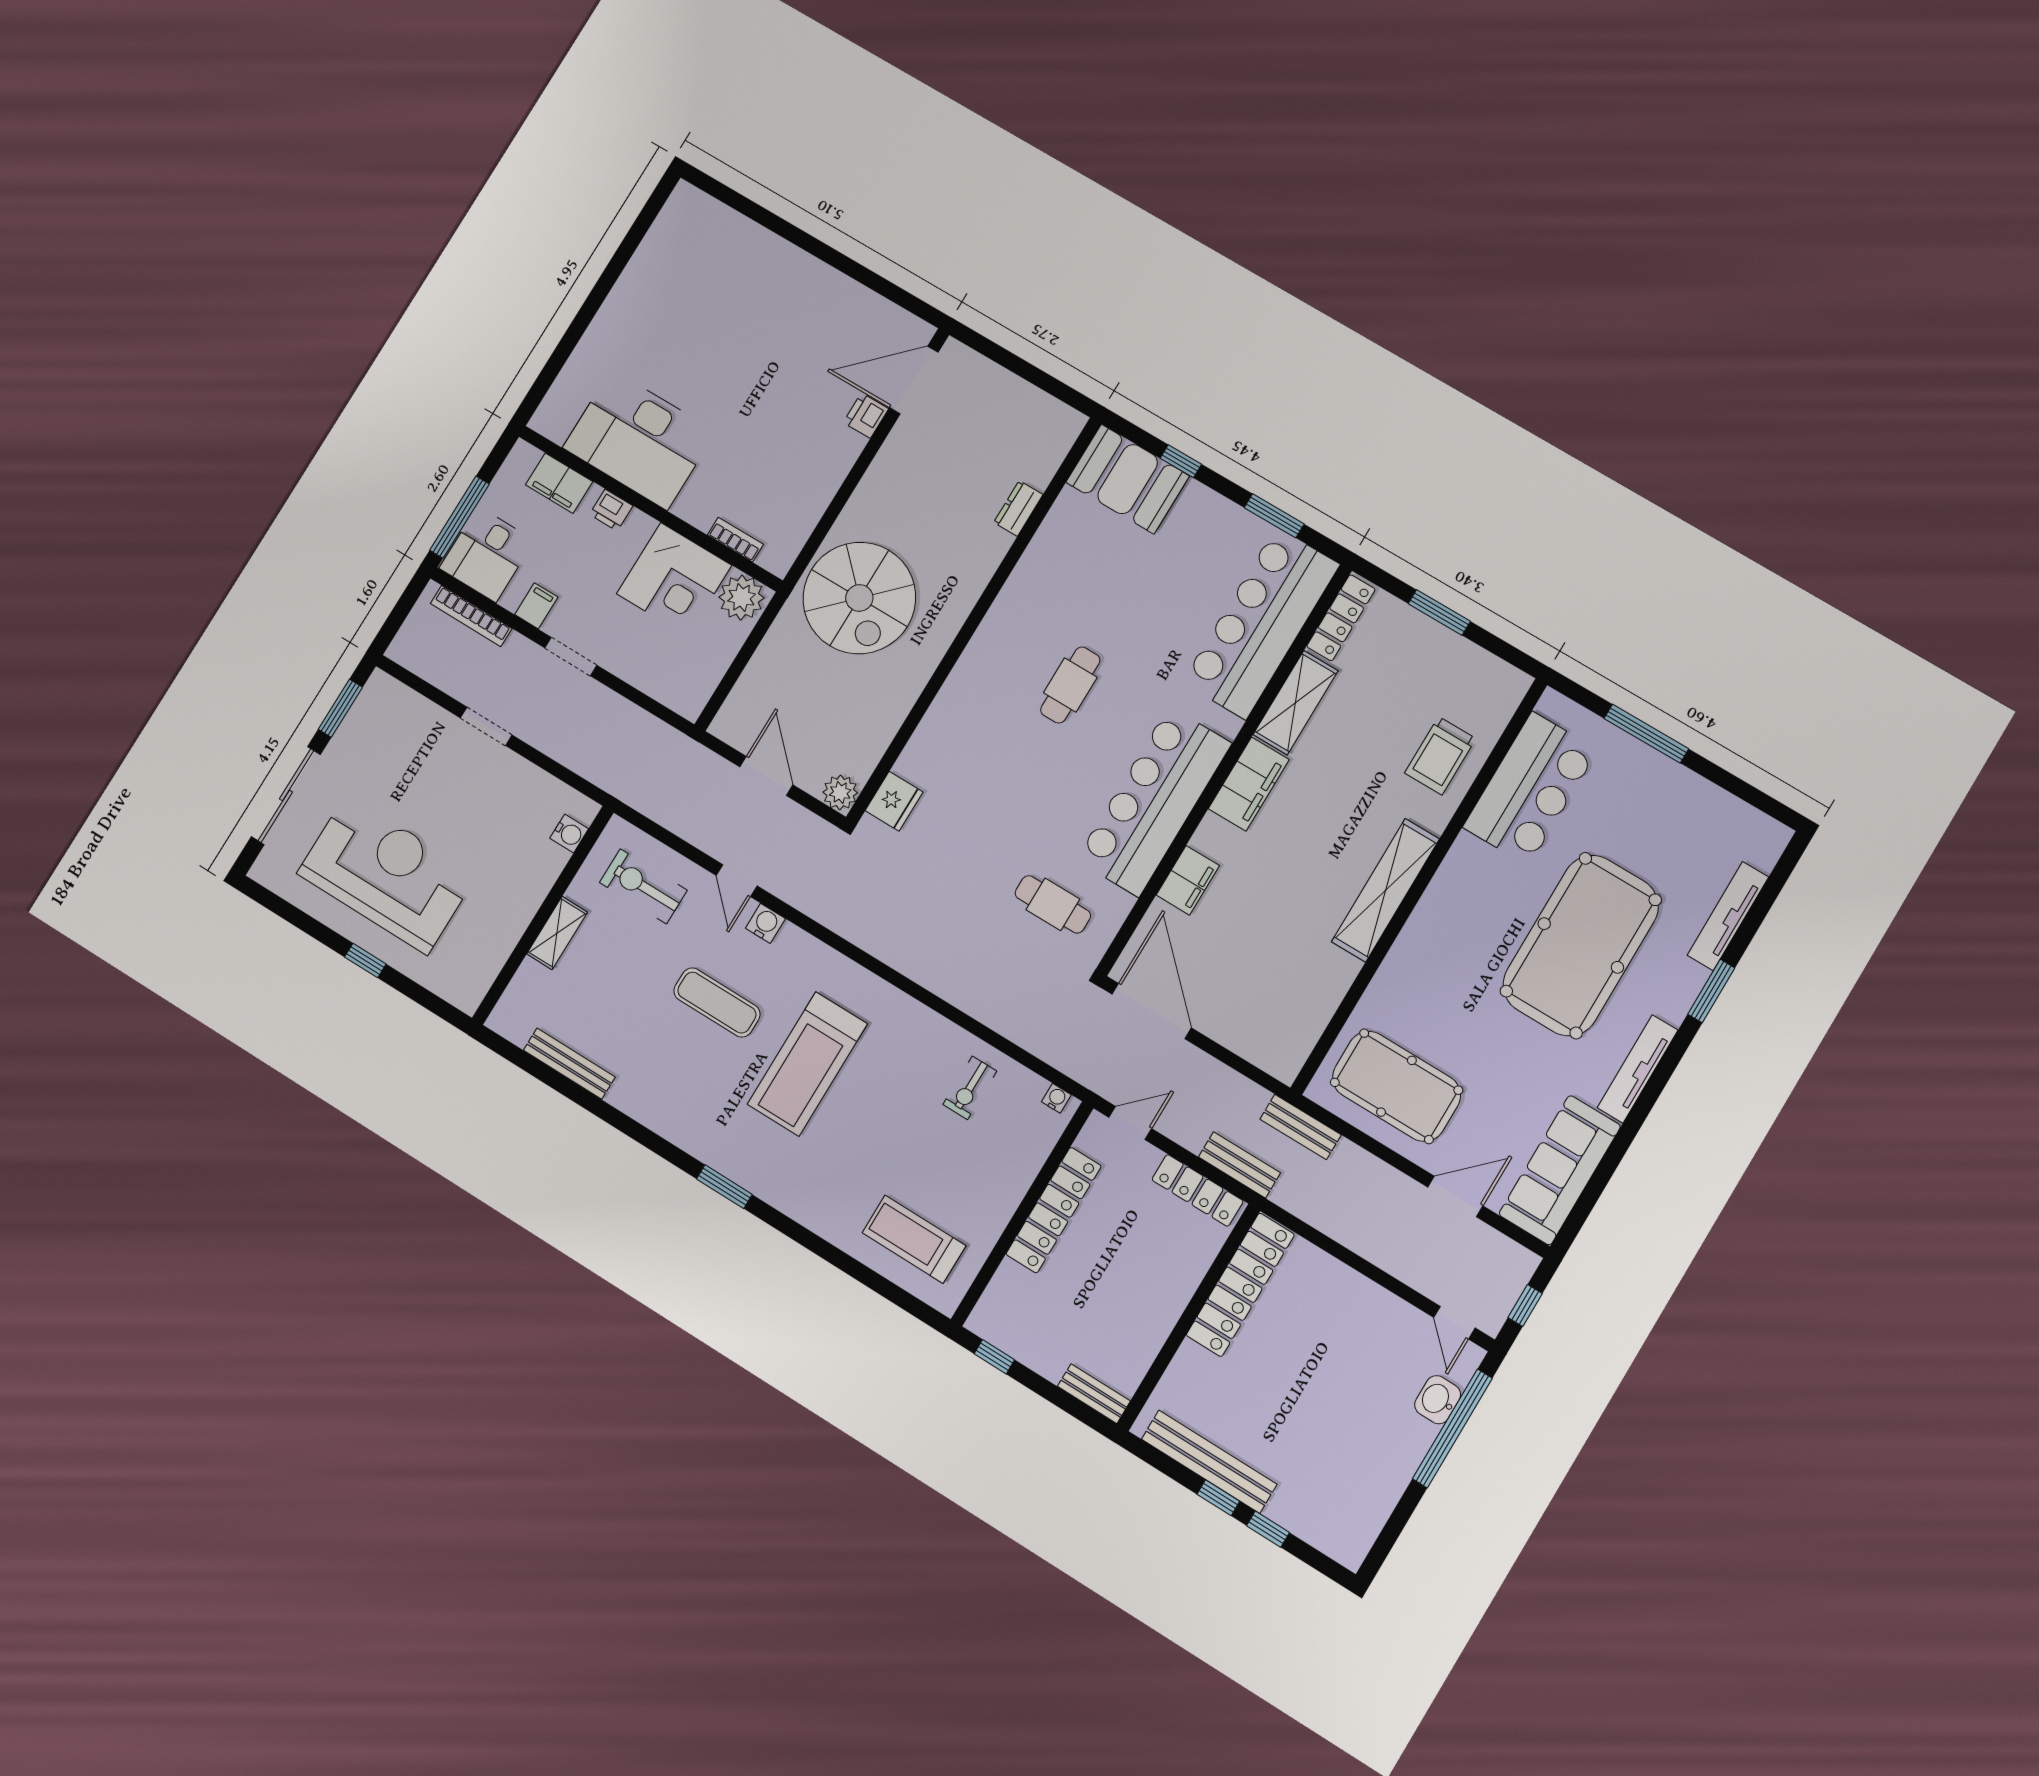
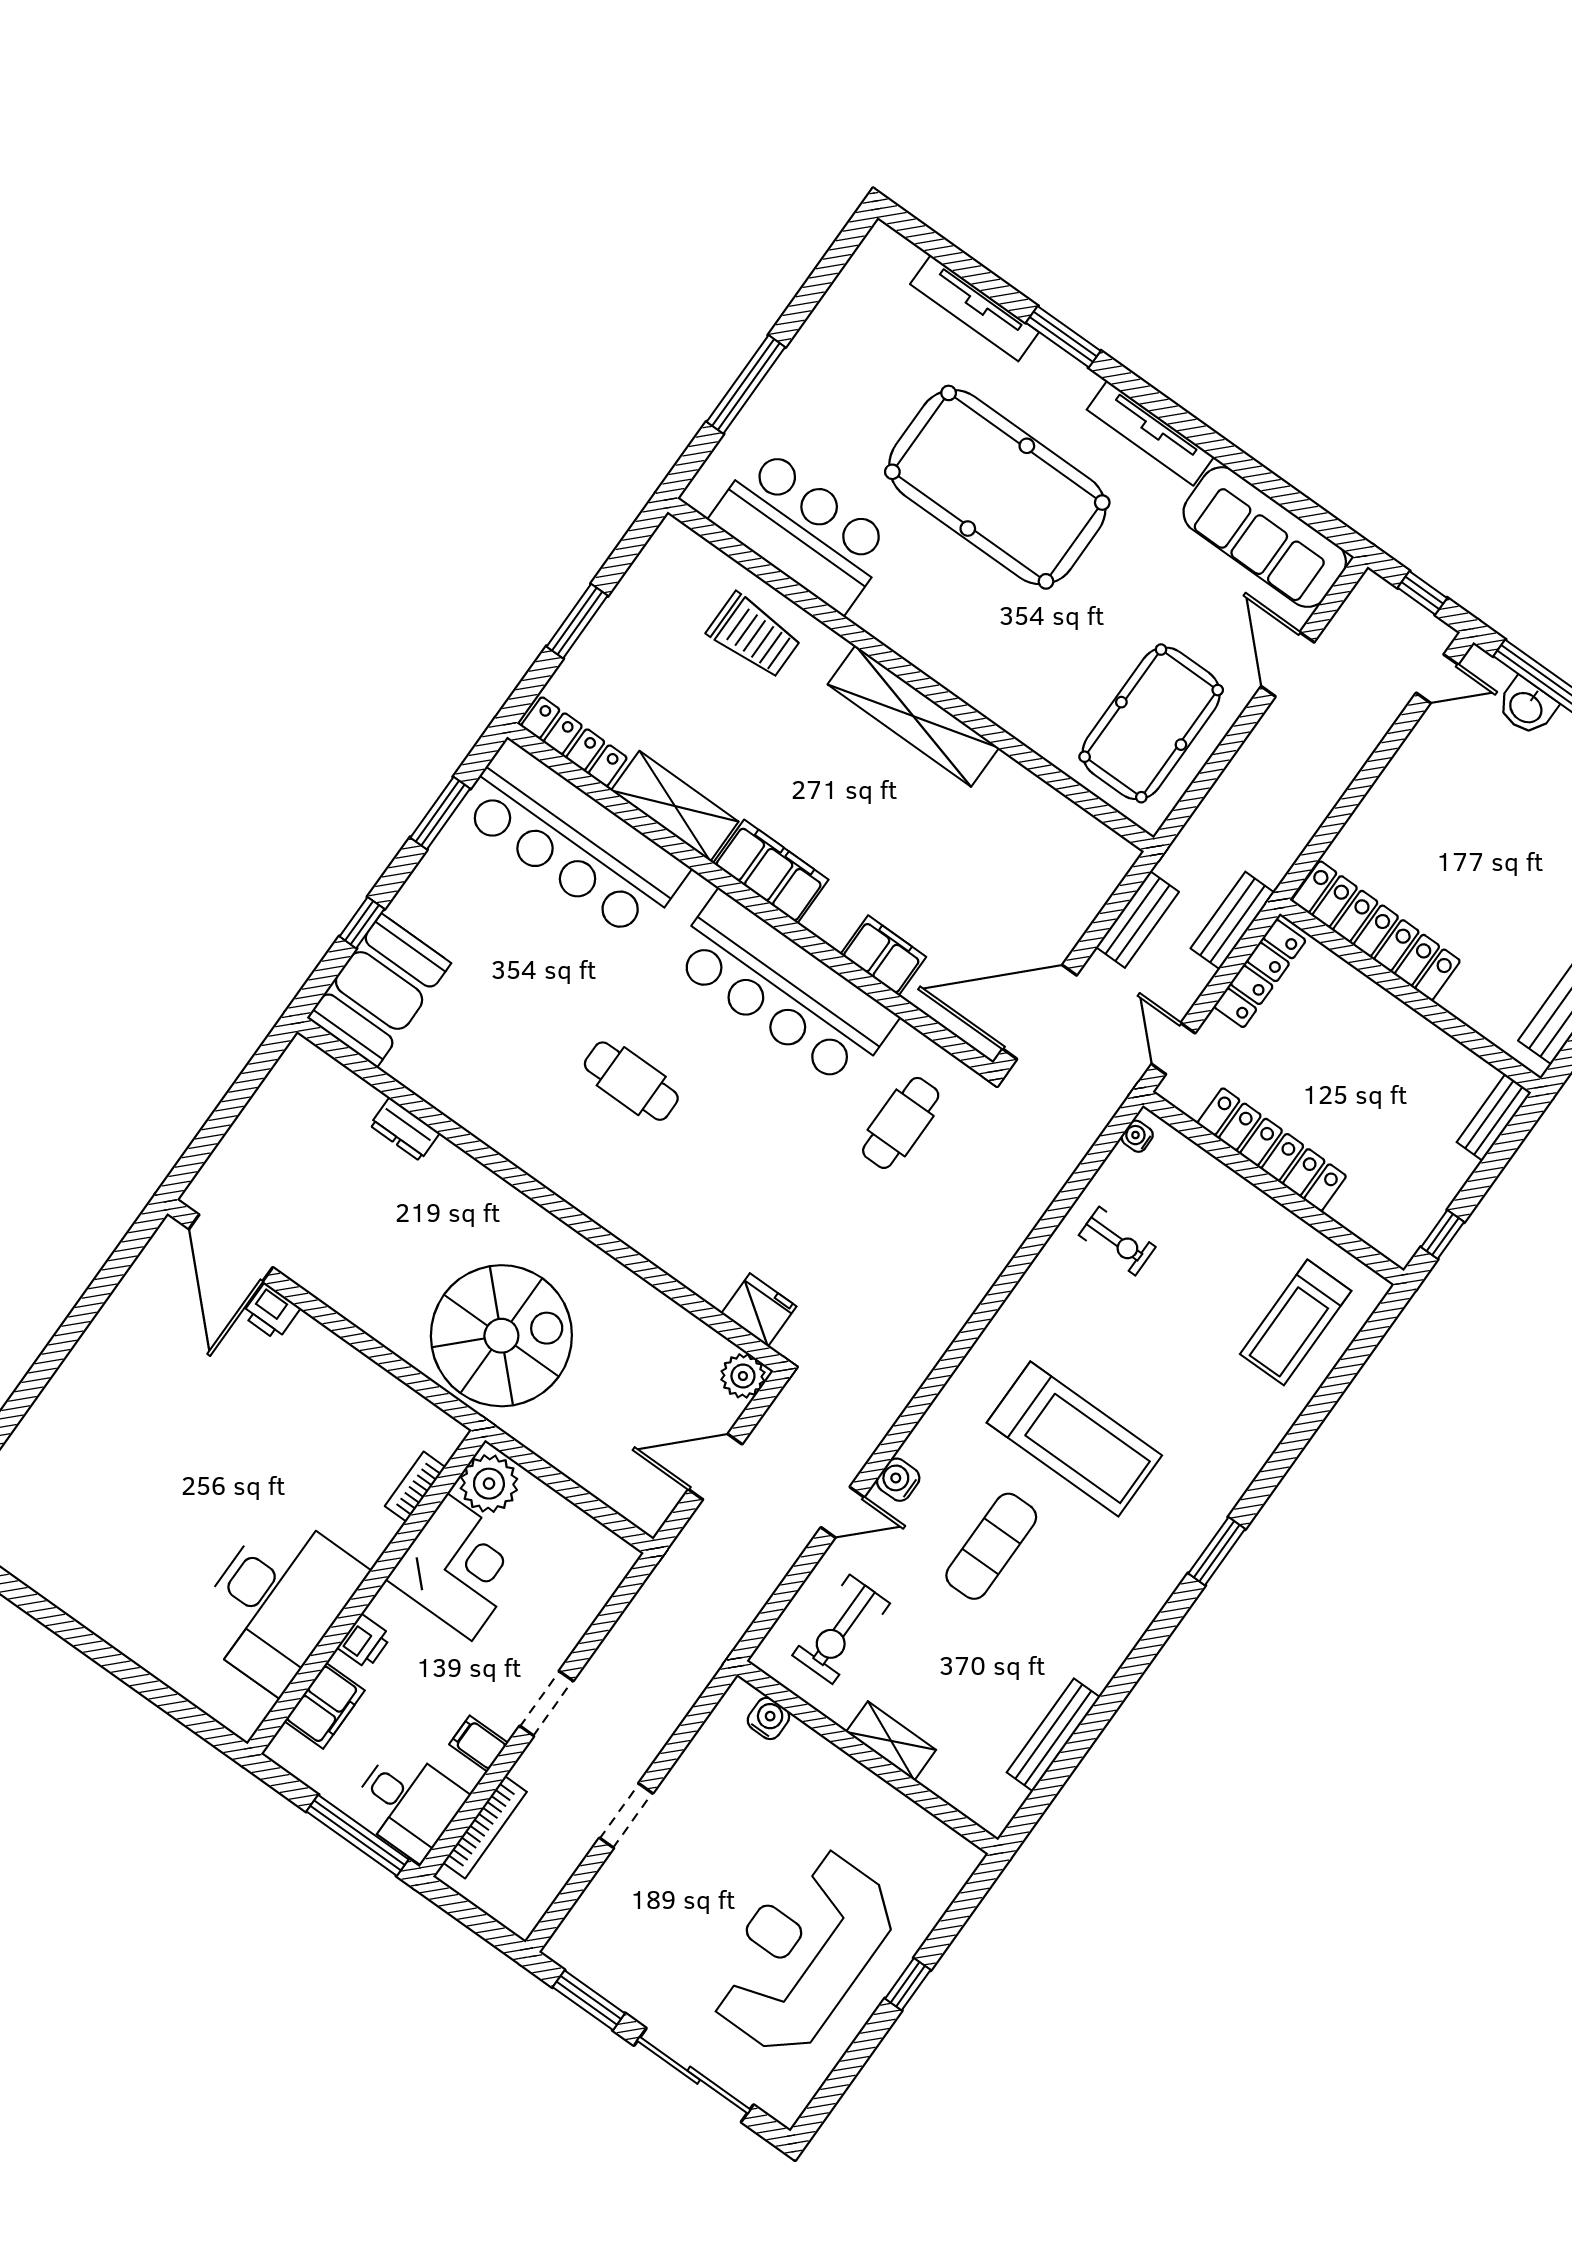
bench: (1301, 1127) -> (1137, 920), moved

